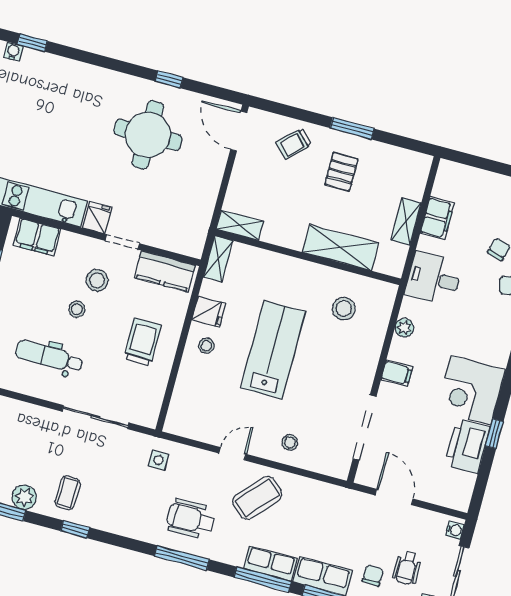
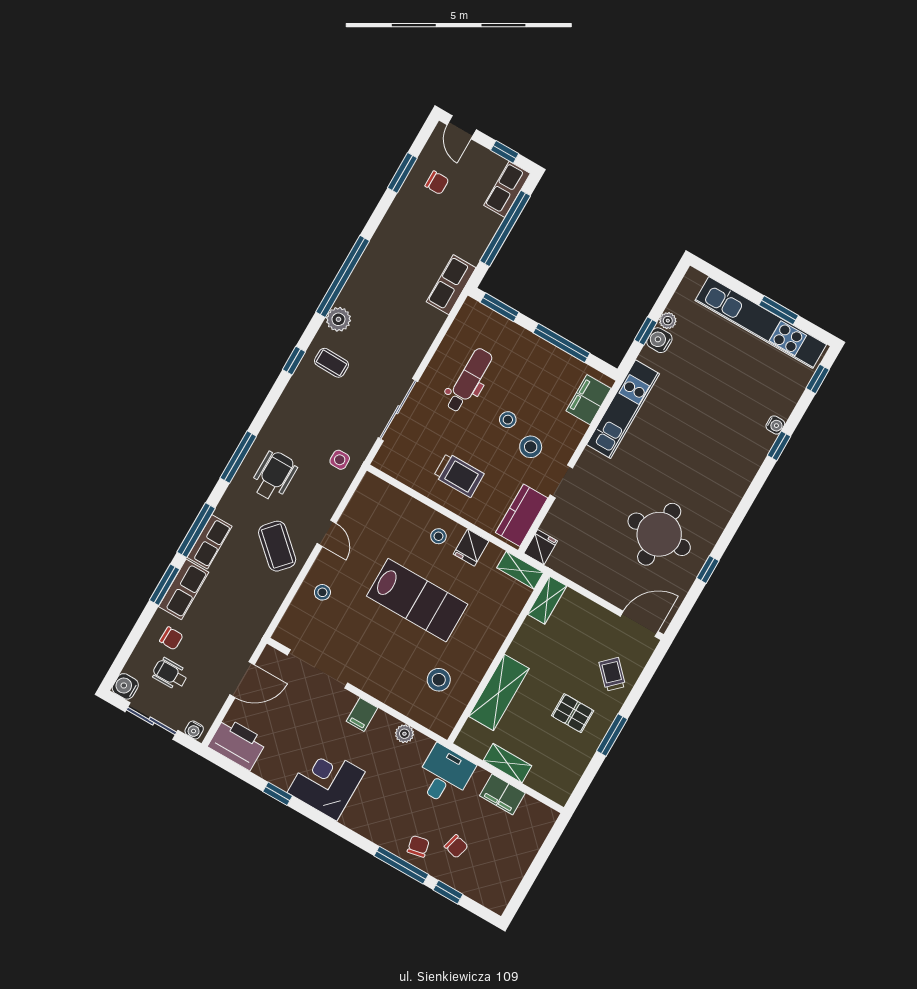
fridge: (97, 218) -> (541, 547), moved, turned -90
printer: (467, 446) -> (237, 744), moved

